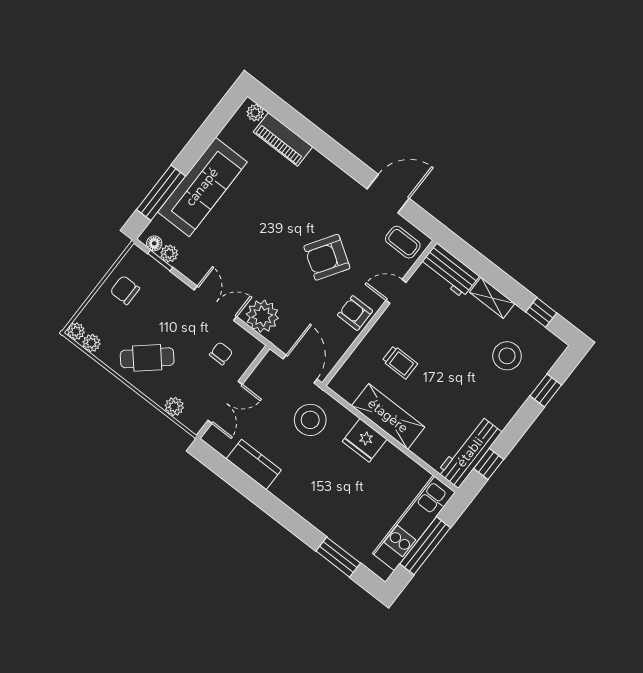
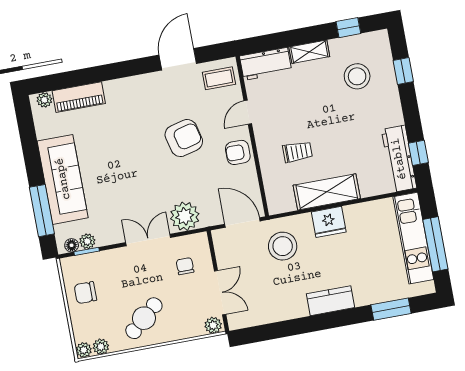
armchair: (327, 257) -> (184, 138), turned -137
plant: (174, 407) -> (213, 325), moved
kitchen counter: (254, 464) -> (331, 301), moved

